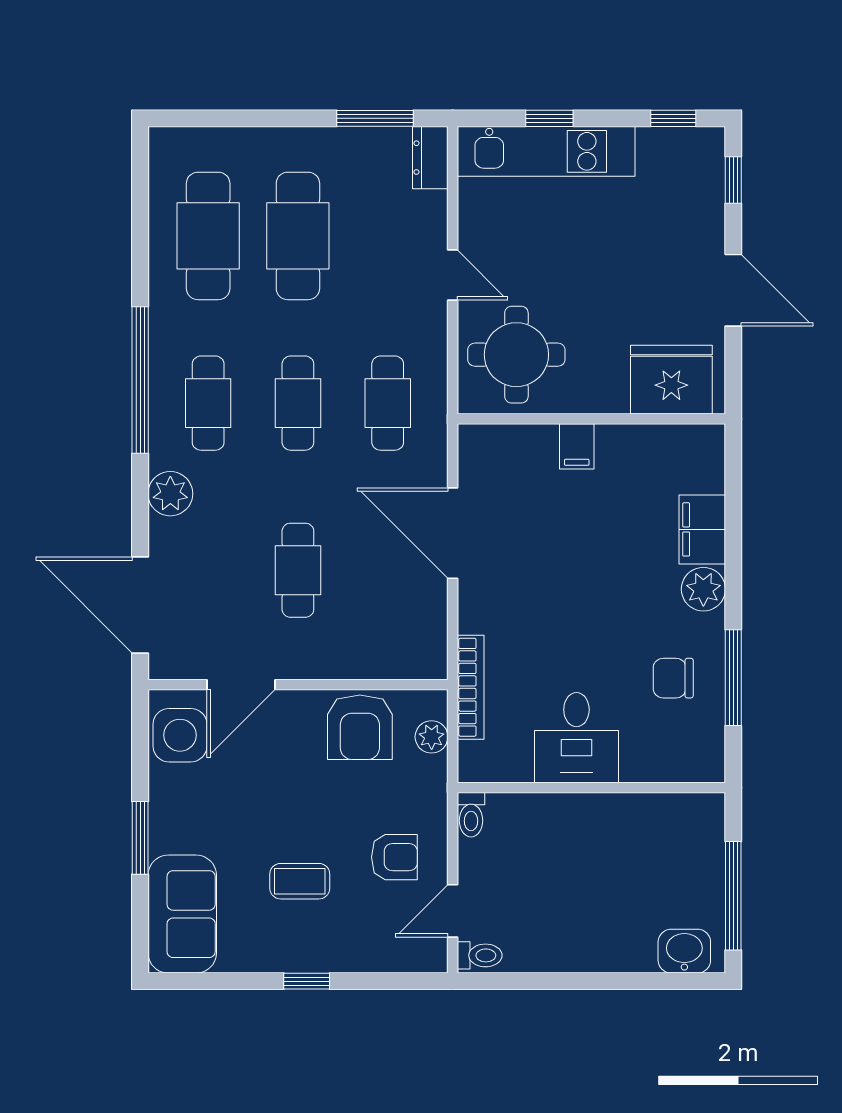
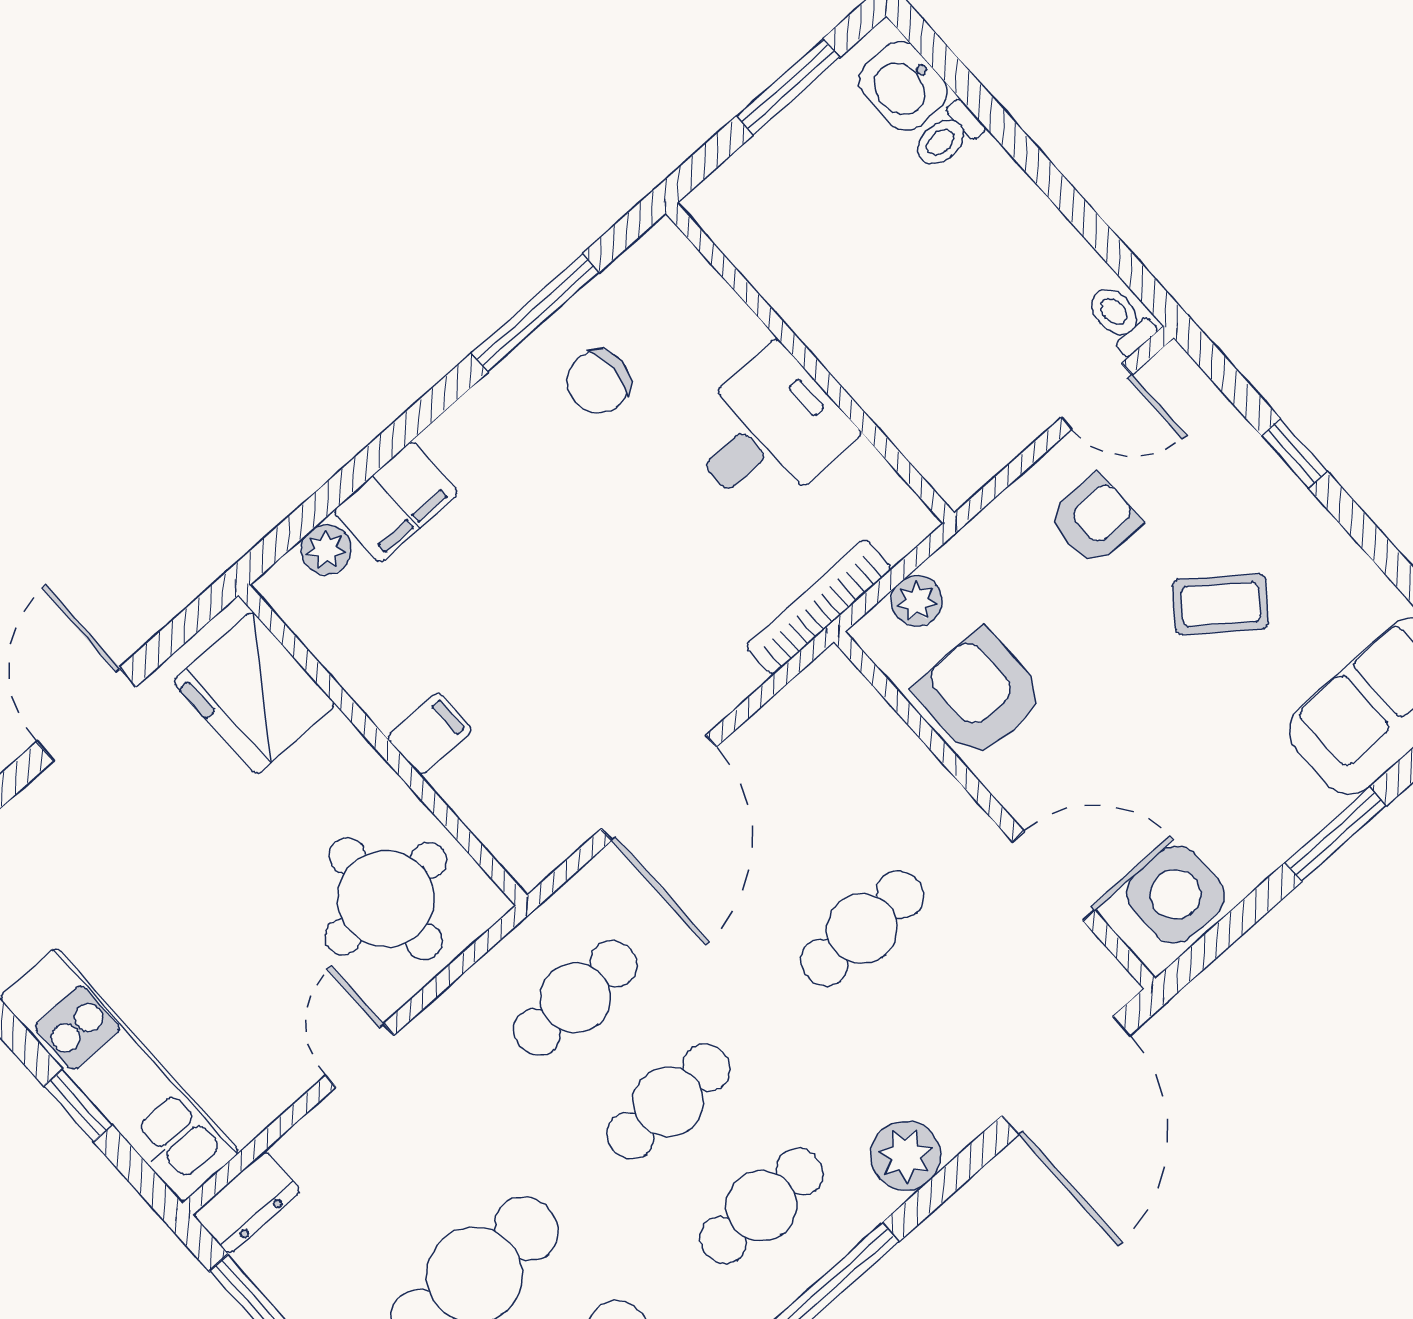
plant: (703, 589) -> (326, 550), moved, width x0.73, depth x0.73
chair: (673, 678) -> (598, 382), turned 90
armchair: (360, 727) -> (980, 694), turned -90
toilet: (471, 815) -> (947, 136), moved, turned 180
armchair: (394, 857) -> (1095, 519), turned 90
coffee table: (300, 881) -> (1221, 604), turned -52
window: (733, 896) -> (788, 87), width x0.69
window: (307, 981) -> (1294, 453), moved

